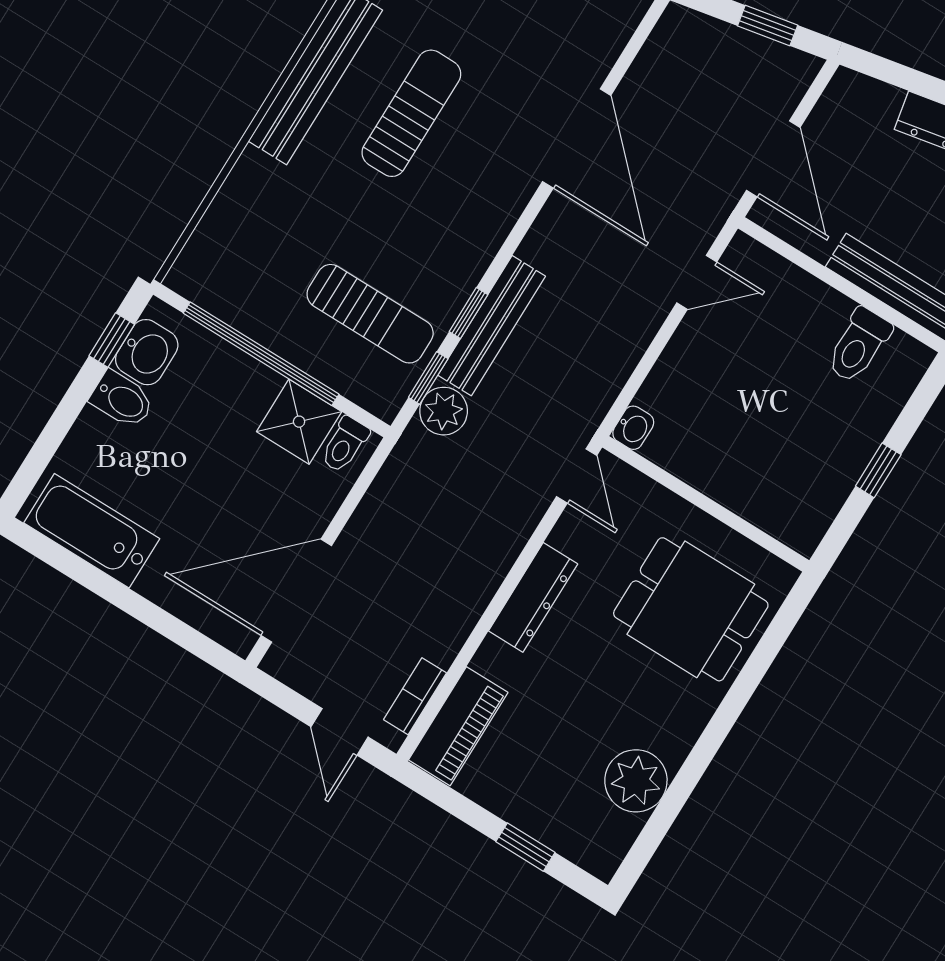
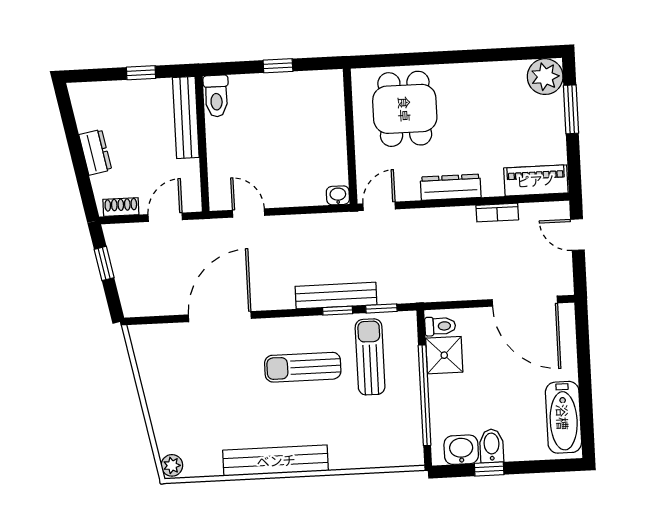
shoe rack: (832, 105) -> (121, 207), added
sun lounger: (411, 113) -> (303, 367), moved
door: (773, 159) -> (165, 217), width x0.73
window: (112, 340) -> (489, 469), moved
toilet: (859, 345) -> (216, 96), moved, turned 90
plant: (444, 411) -> (392, 290), removed
bookcase: (415, 696) -> (497, 213), moved
door: (340, 732) -> (577, 235), swing flipped
plant: (636, 781) -> (545, 77), moved
window: (525, 847) -> (571, 109), width x1.50

